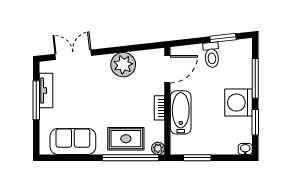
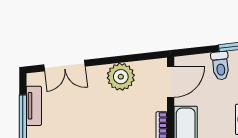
double door: (73, 55) -> (64, 66), swing flipped

